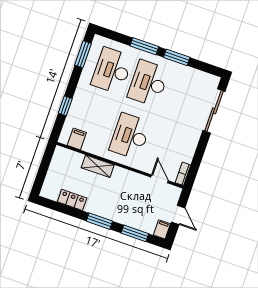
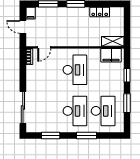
window: (83, 54) -> (127, 103), moved
window: (177, 57) -> (51, 136), moved
filing cabinet: (77, 139) -> (111, 55), width x2.00
shelving: (98, 166) -> (113, 41), moved
door: (160, 179) -> (44, 47), hinge flipped

